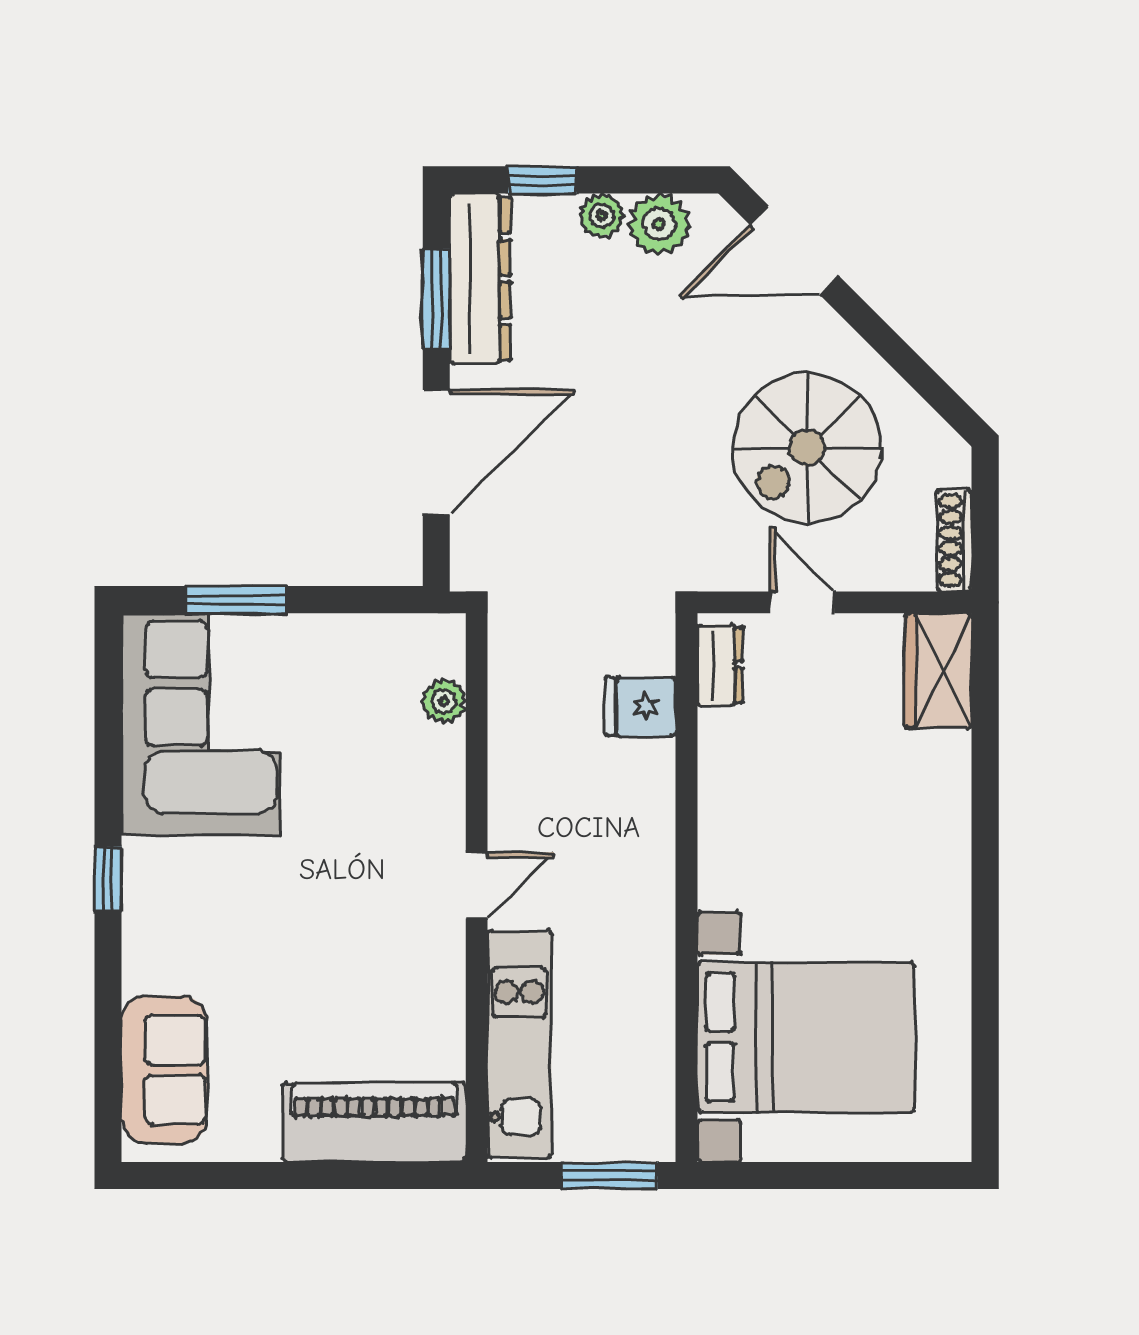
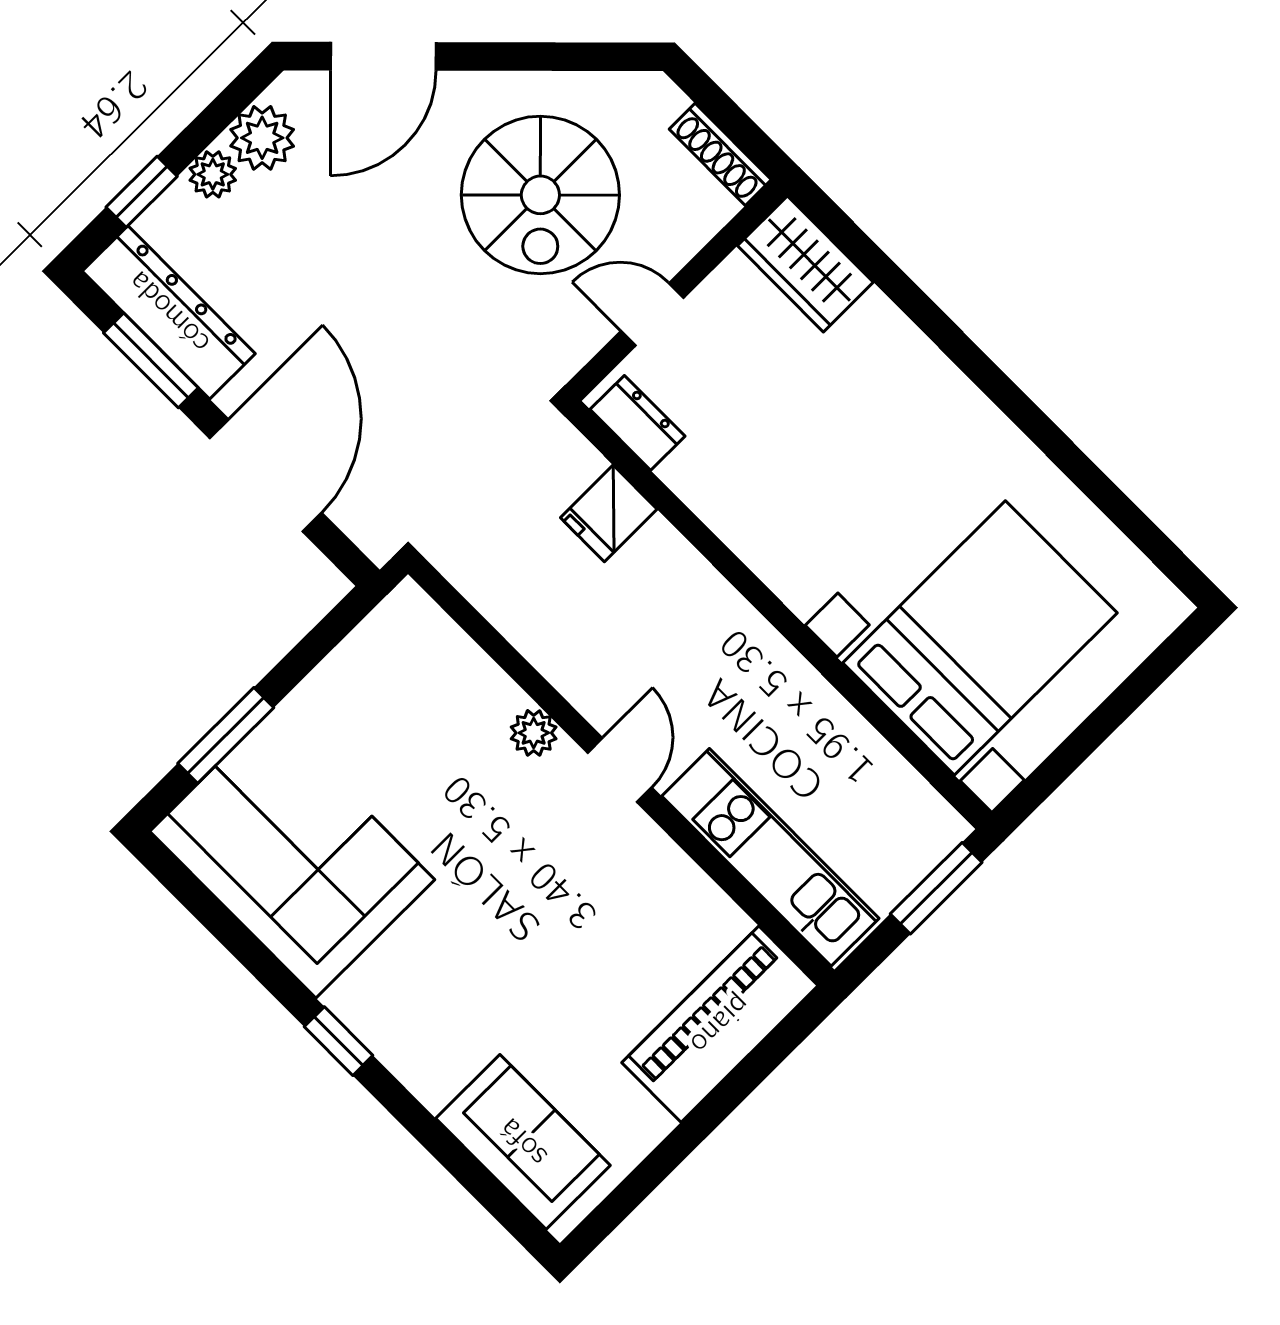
plant: (444, 701) -> (534, 733), moved

